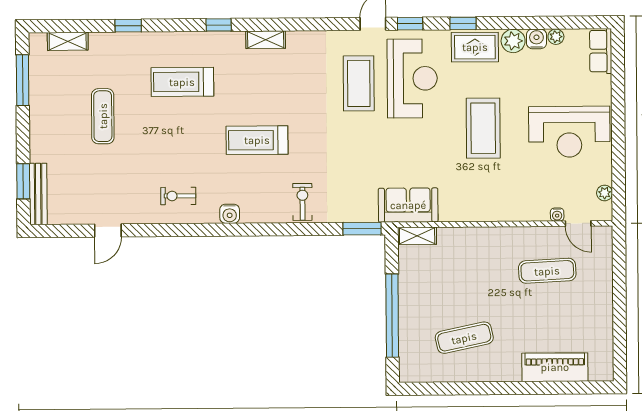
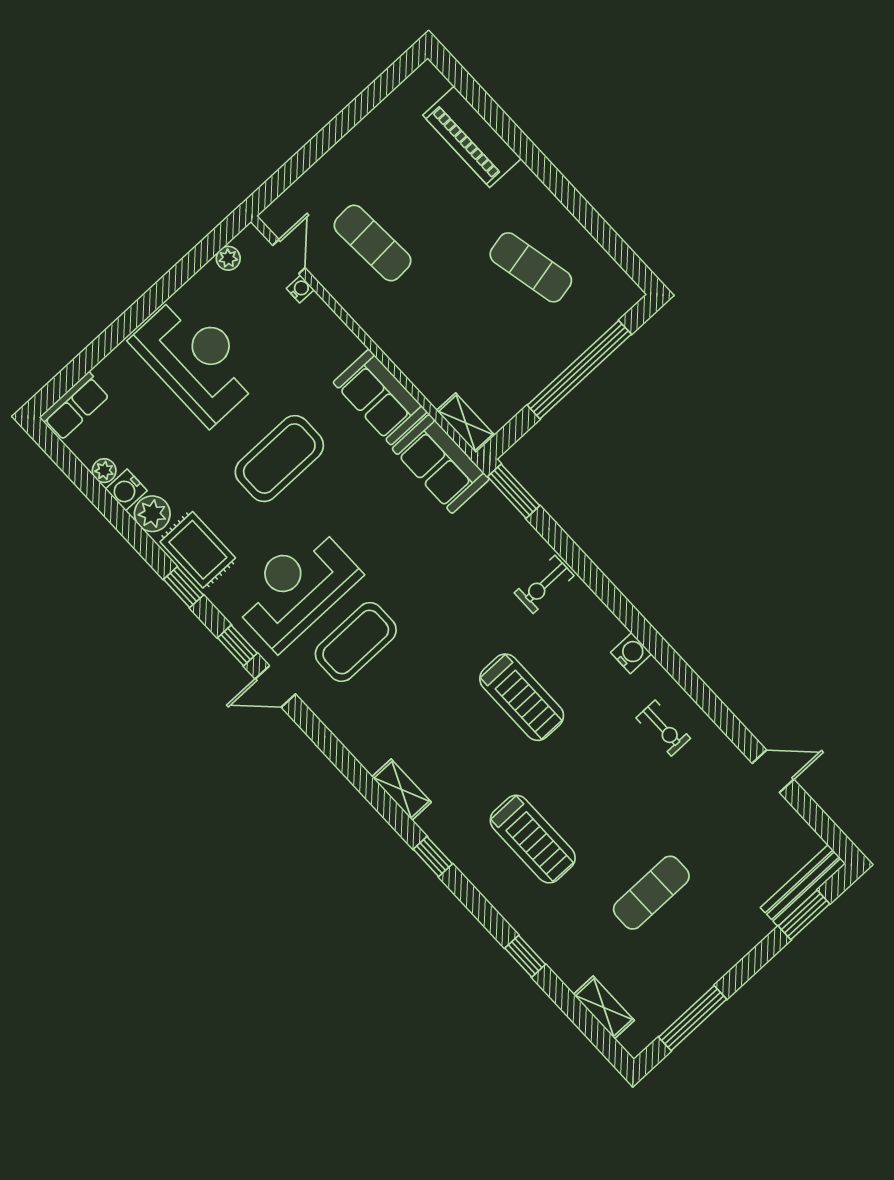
sofa: (468, 205) -> (380, 397), added

